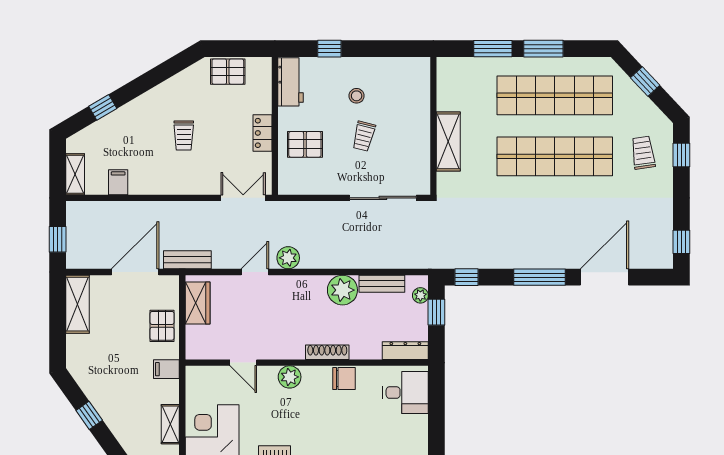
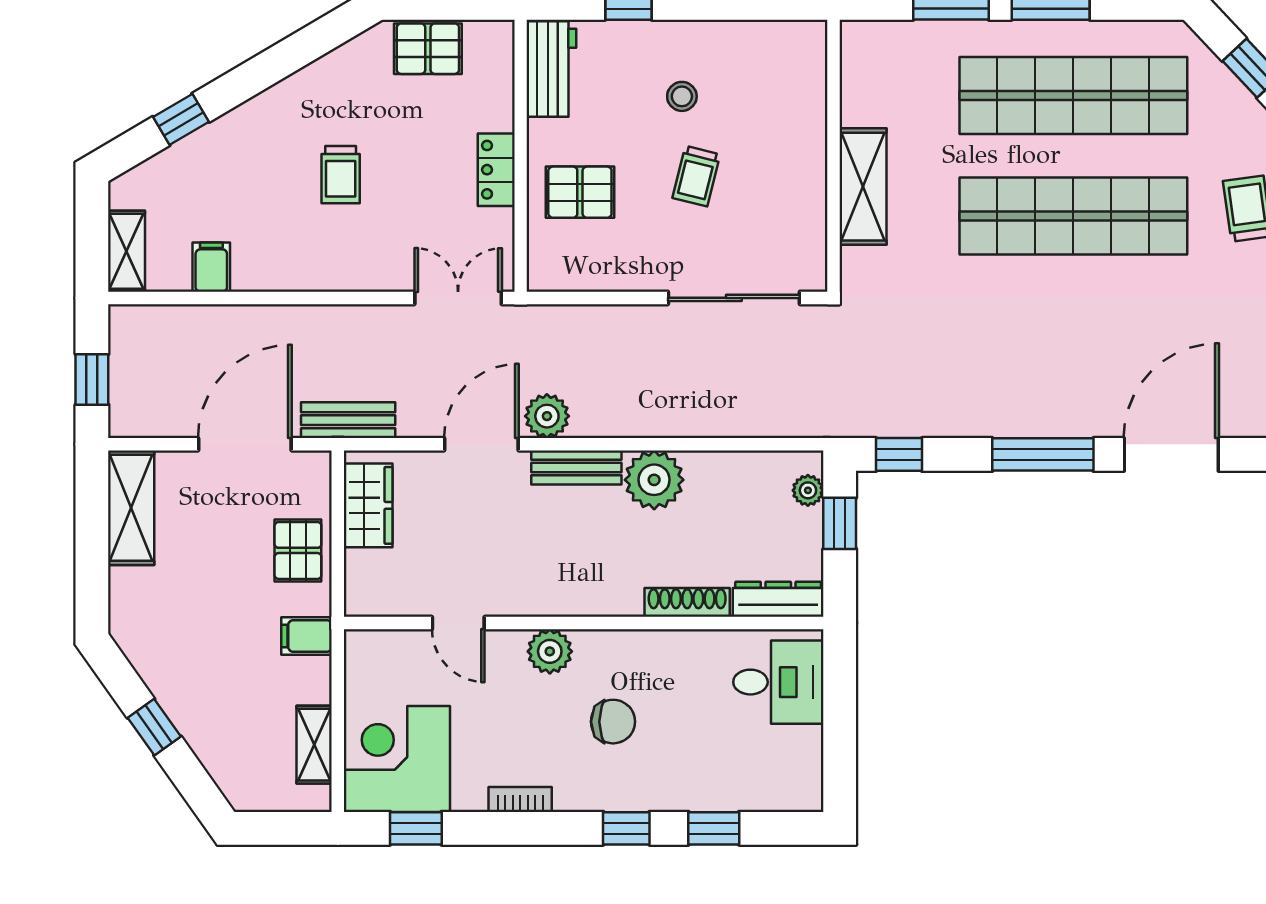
door: (255, 272) -> (481, 444), width x1.38
bench: (382, 284) -> (576, 467), moved
shoe rack: (327, 352) -> (687, 602), moved
chair: (344, 379) -> (613, 722), moved

